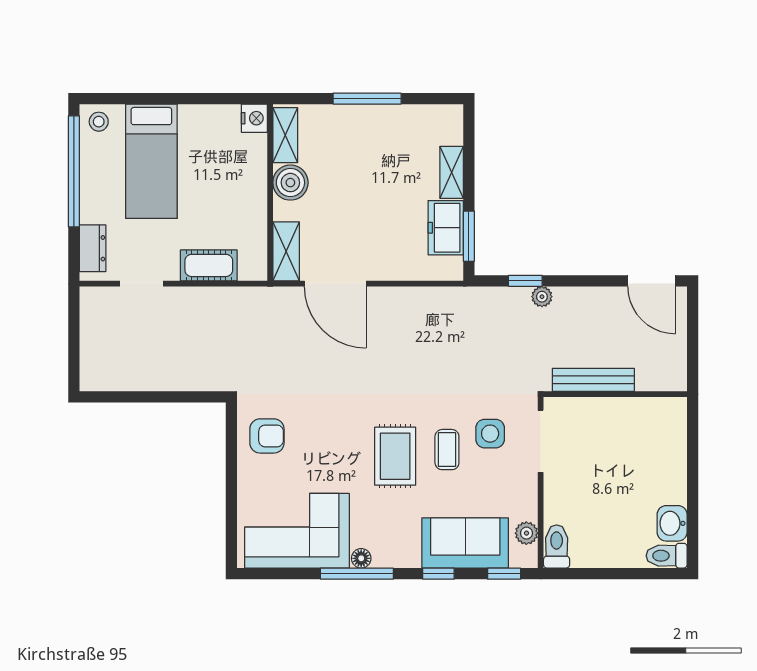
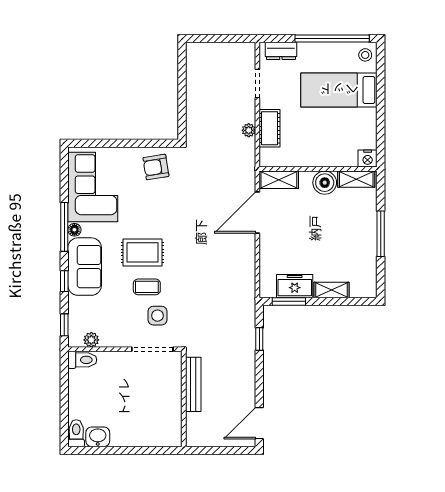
plant: (542, 297) -> (249, 130), moved
armchair: (267, 436) -> (156, 167), turned 81
sofa: (465, 543) -> (85, 267), moved

